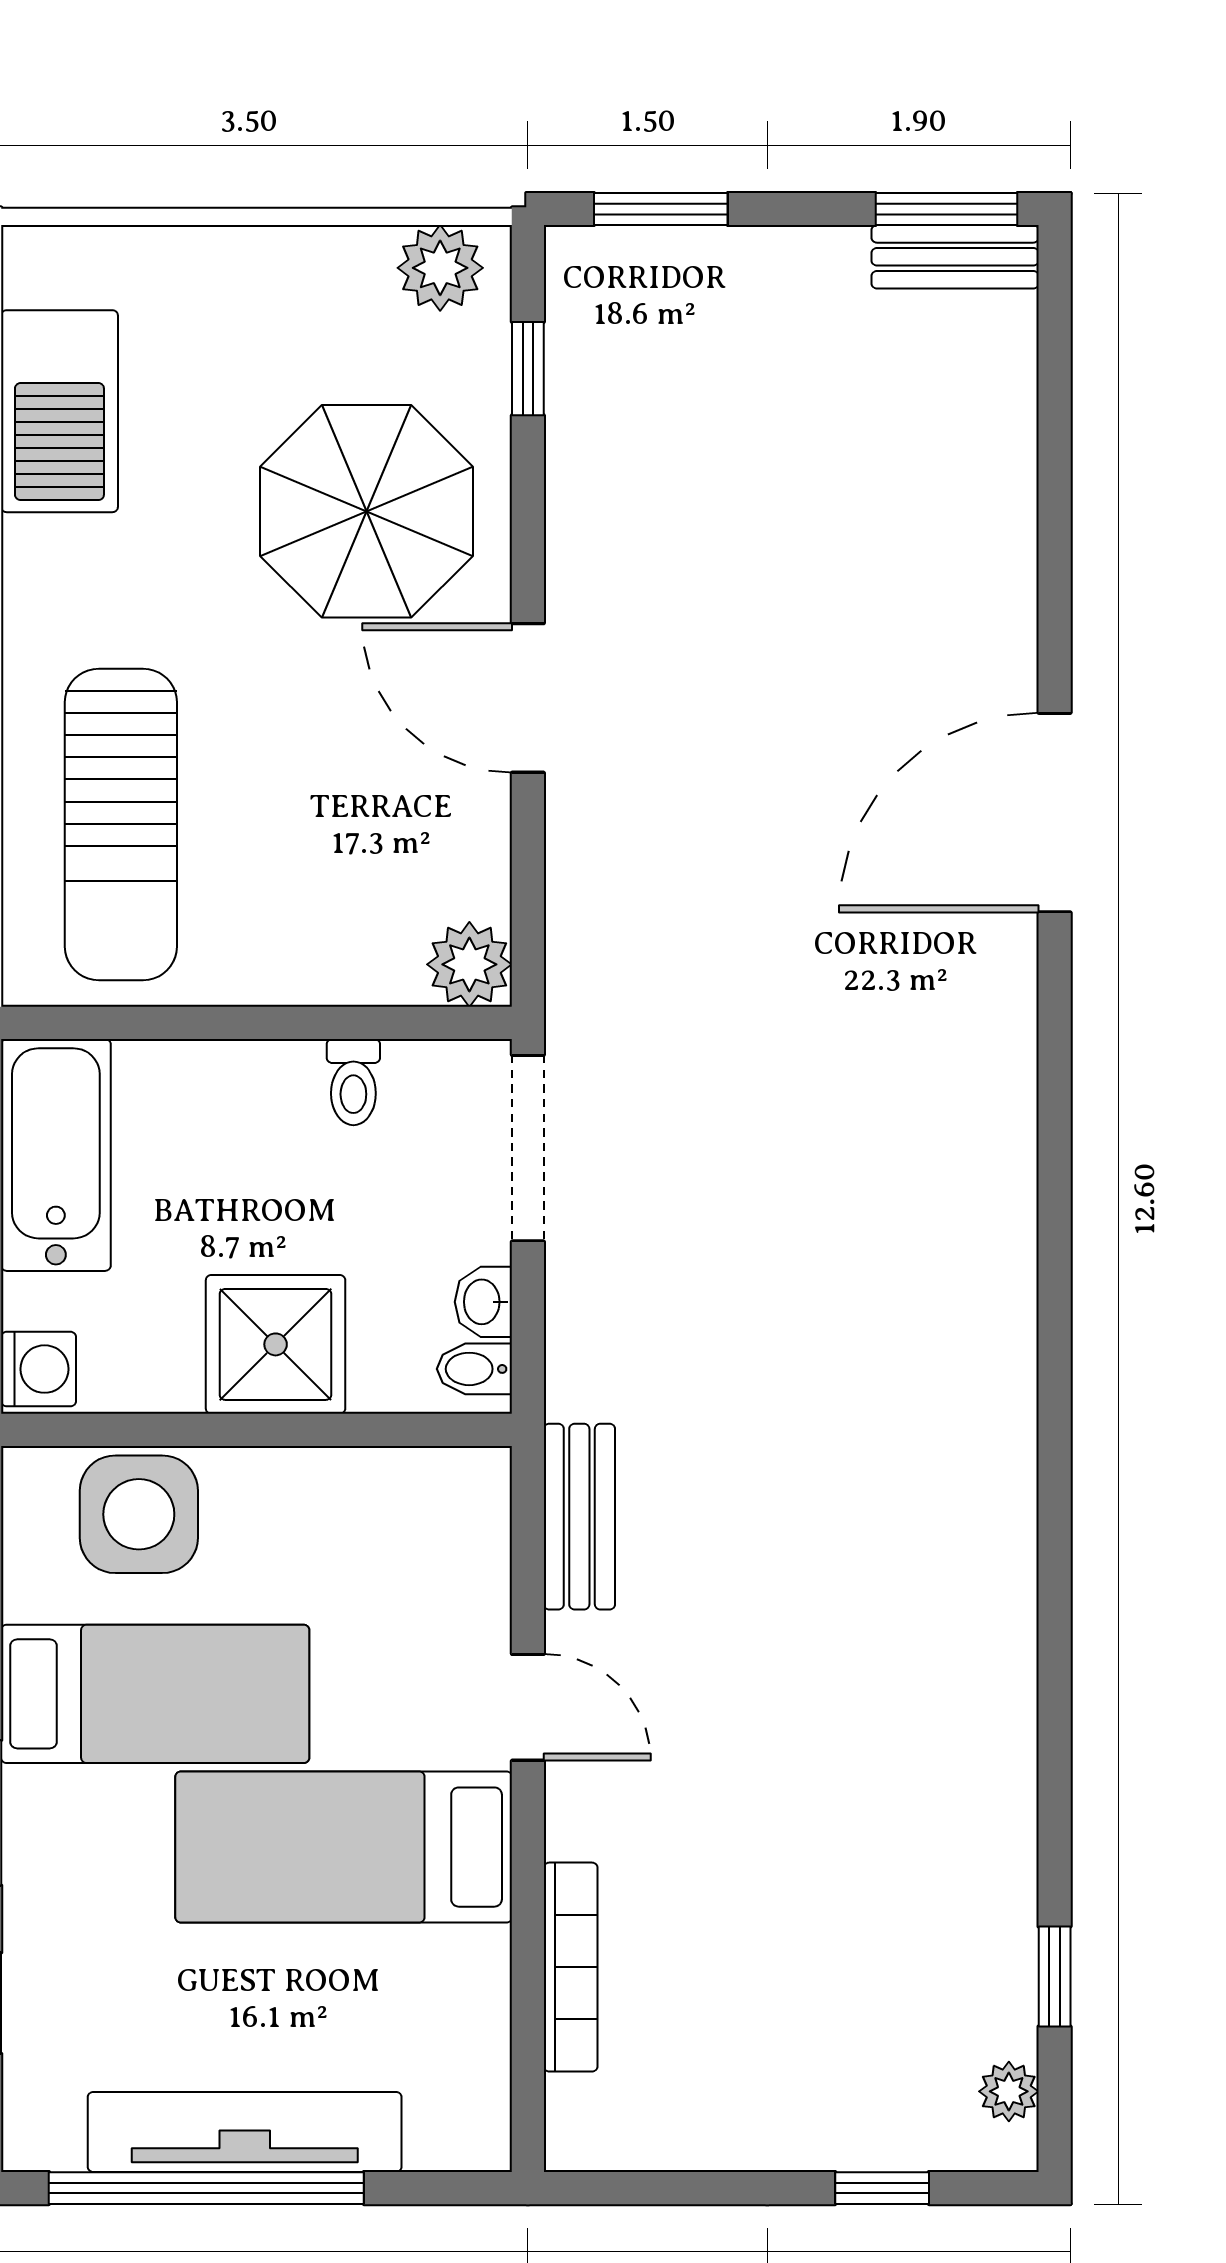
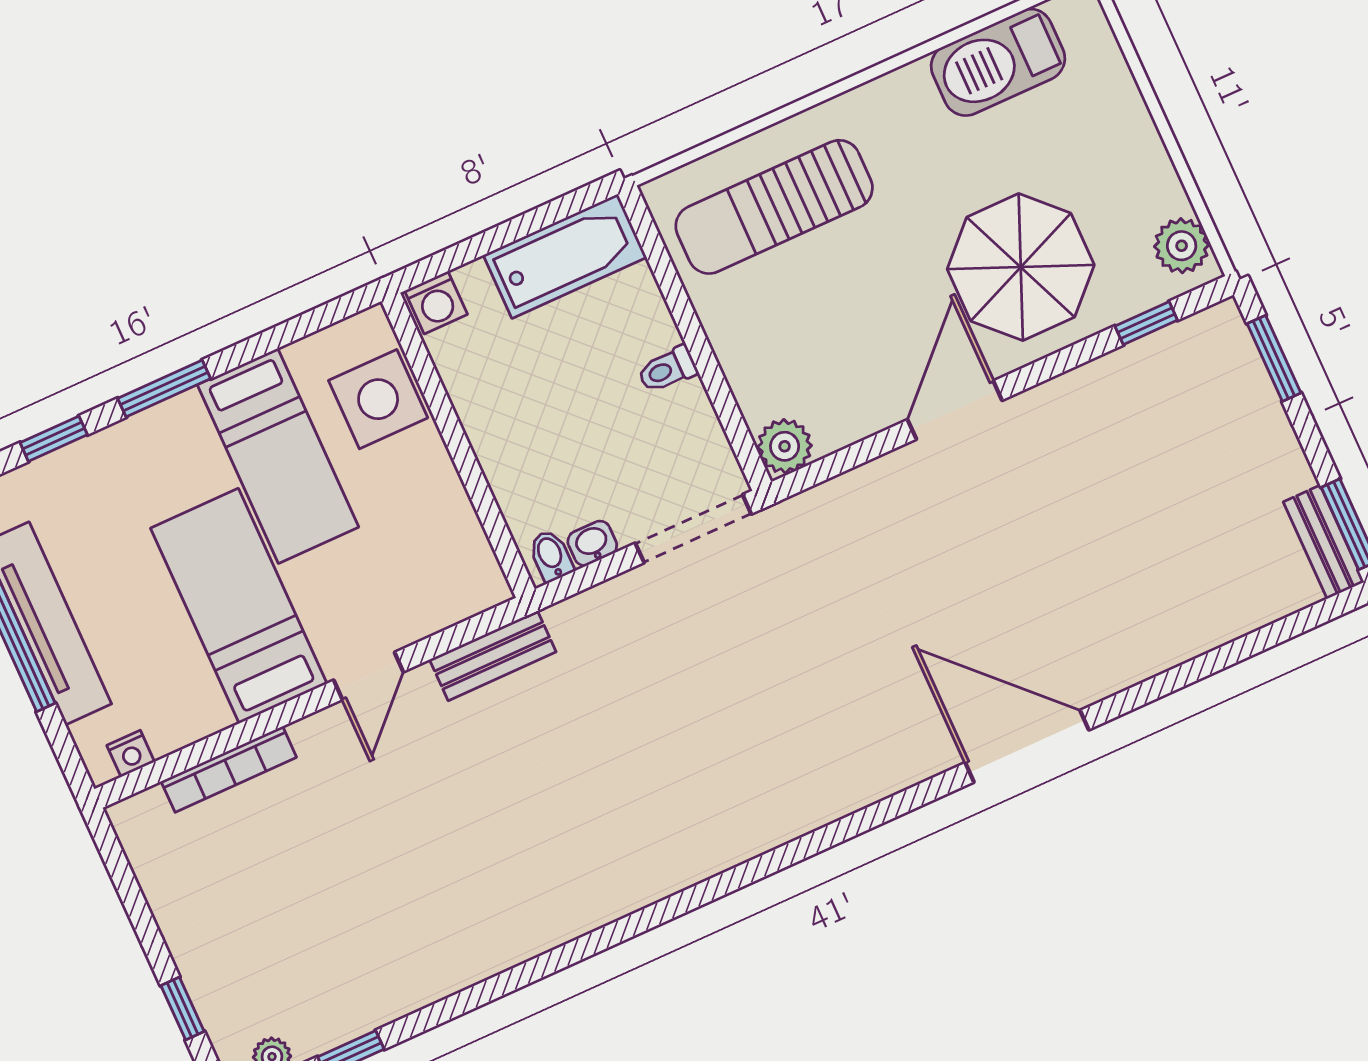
toilet: (353, 1082) -> (667, 370), moved
shower: (276, 1344) -> (513, 434), removed
nightstand: (485, 2097) -> (131, 754), added

